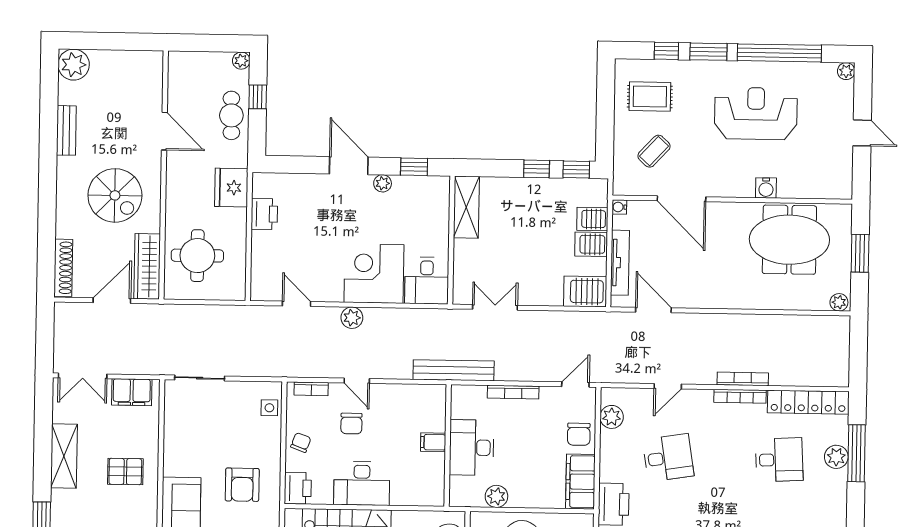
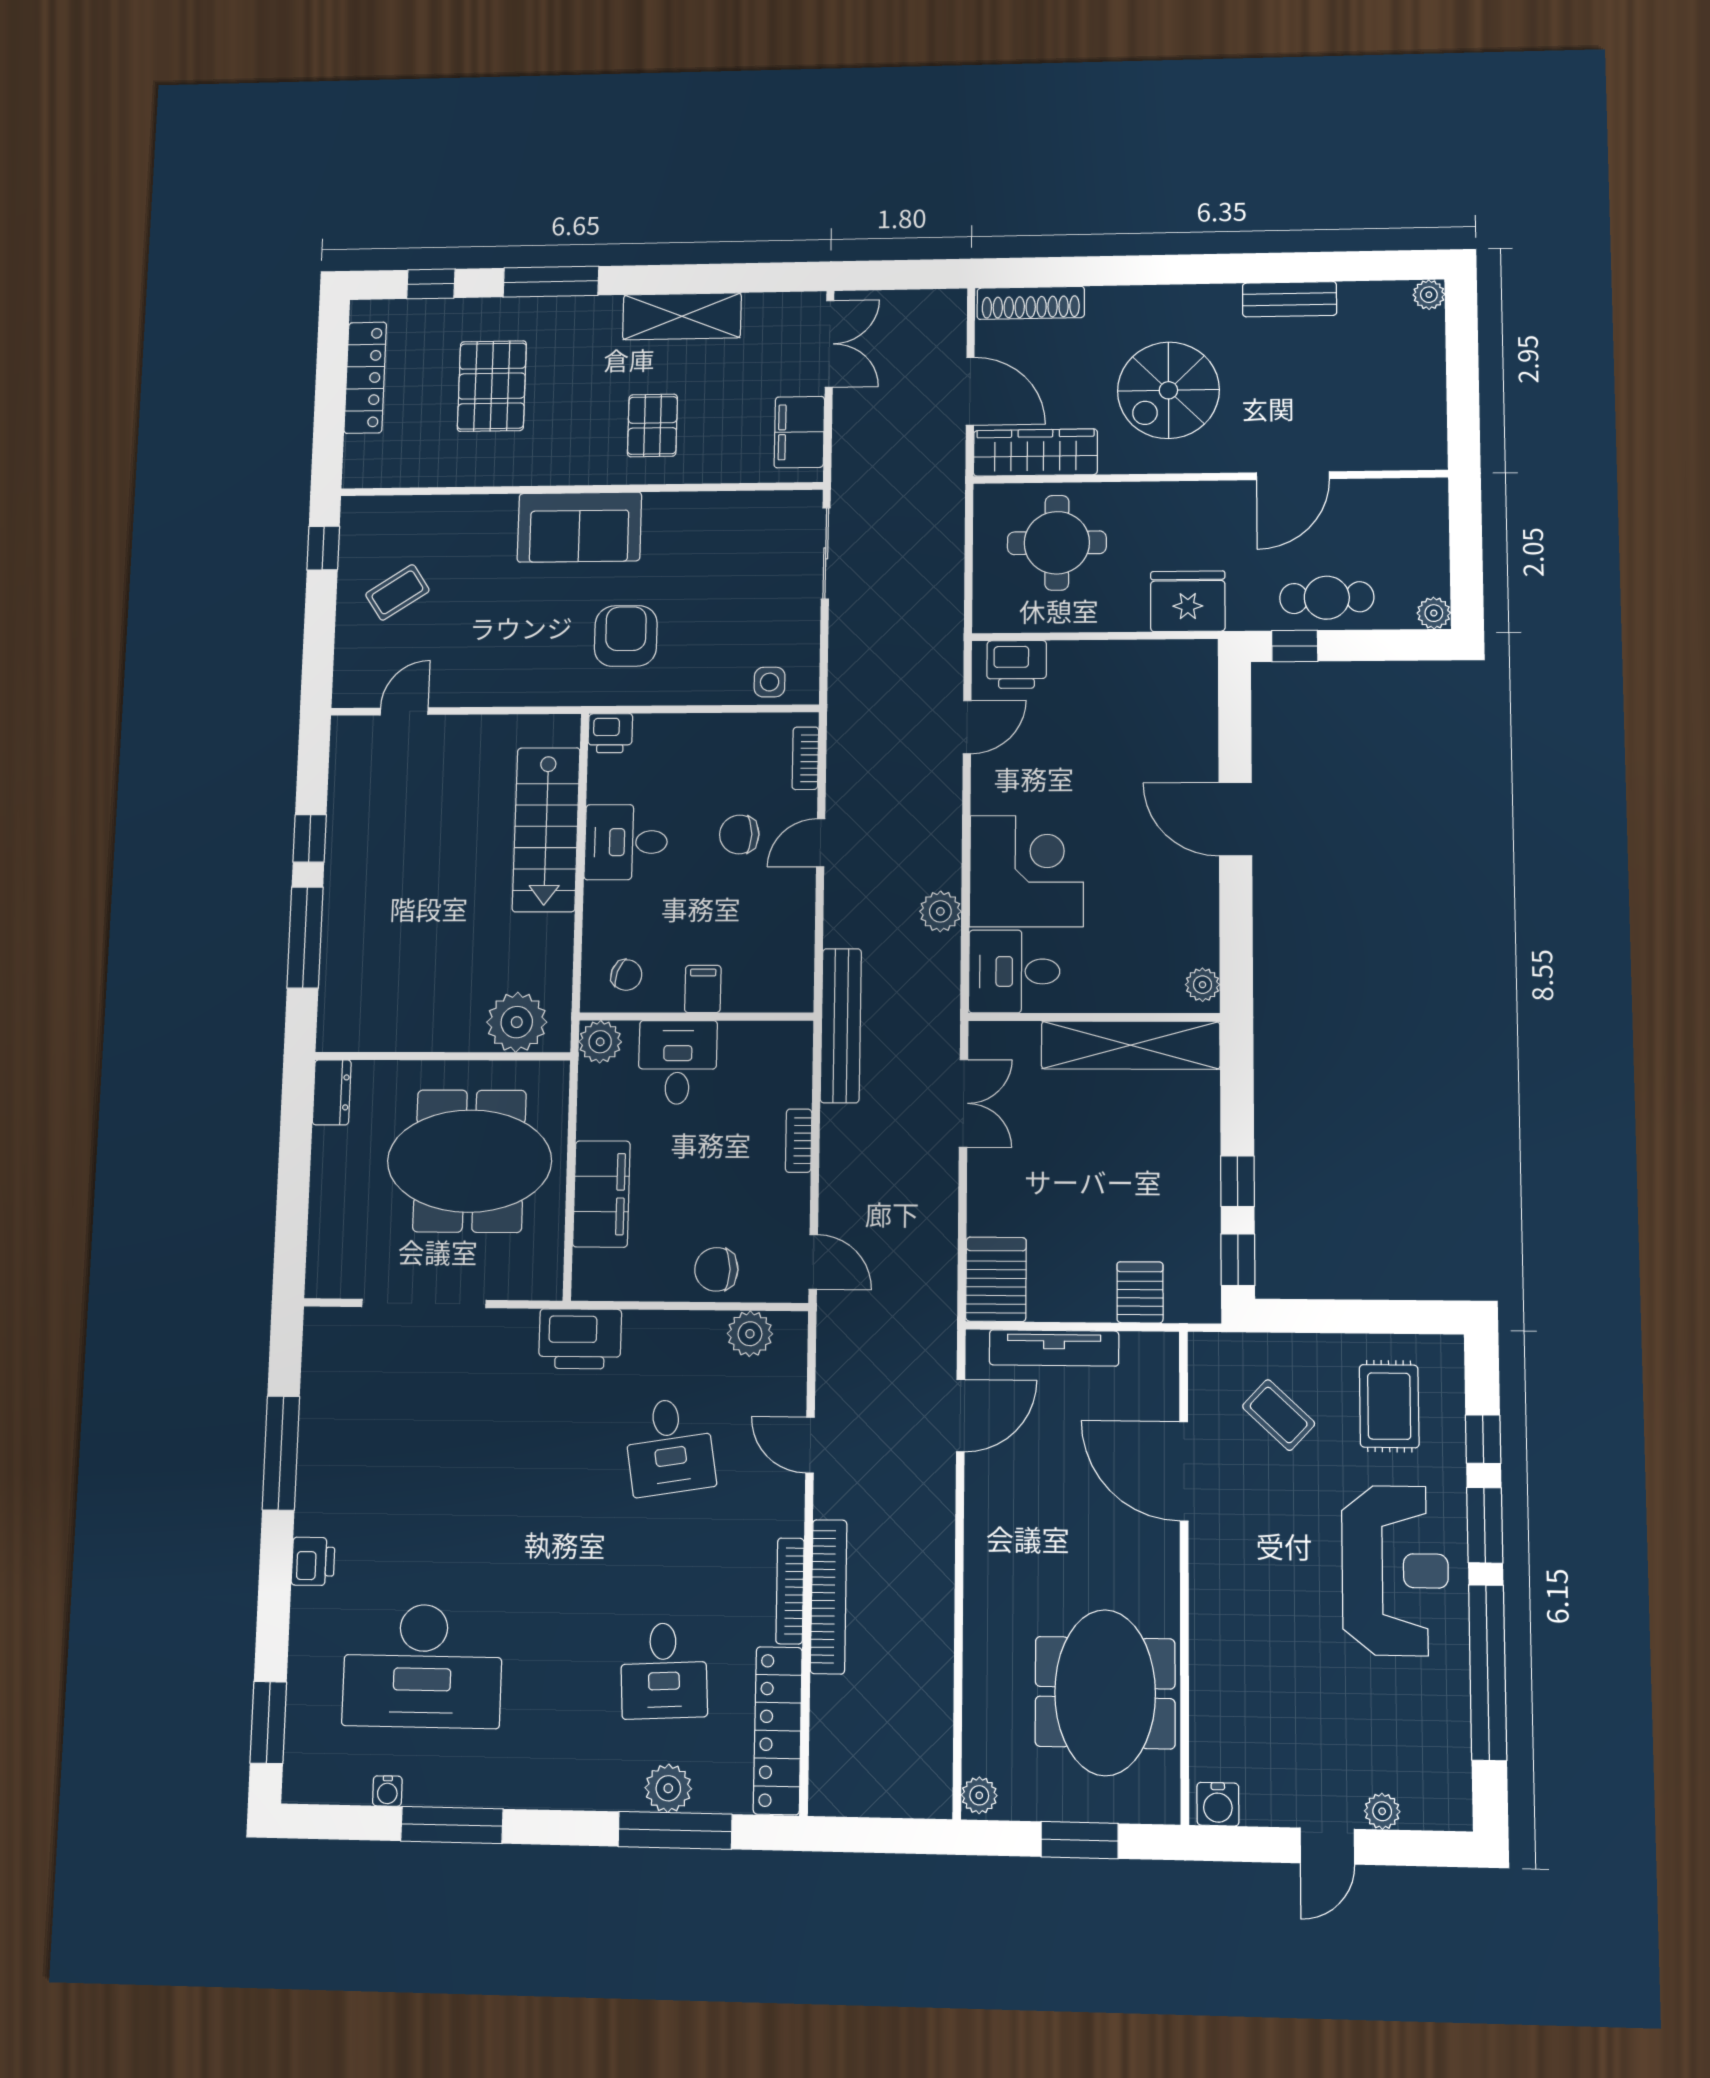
plant: (74, 65) -> (1429, 295), width x0.53, depth x0.53
plant: (846, 71) -> (1382, 1811), moved
window: (258, 97) -> (1295, 646), moved
reception desk: (756, 113) -> (1395, 1570), moved
door: (349, 166) -> (1235, 819), swing flipped
window: (414, 167) -> (1236, 943), removed
plant: (383, 183) -> (1203, 985), moved
water cooler: (766, 188) -> (1218, 1804), moved, turned -90
door: (681, 199) -> (1184, 1471), hinge flipped
shelving: (466, 207) -> (1131, 1045), width x1.47
water cooler: (619, 207) -> (1165, 1346), removed
printer: (264, 214) -> (1017, 664), moved
server rack: (591, 244) -> (1090, 1290), removed
plant: (352, 318) -> (940, 911), moved
double door: (83, 376) -> (829, 344), swing flipped
bookcase: (743, 379) -> (829, 1597), width x1.48, depth x1.31
bookcase: (513, 392) -> (799, 1141), width x0.64
chair: (301, 443) -> (626, 975), moved
desk: (472, 448) -> (678, 1062), width x0.73
filing cabinet: (580, 482) -> (601, 1194), moved, turned 90
desk: (362, 483) -> (626, 842), width x0.73
armchair: (242, 485) -> (626, 636), turned 90
printer: (298, 488) -> (610, 733), width x0.73, depth x0.81
plant: (496, 496) -> (600, 1042), moved

